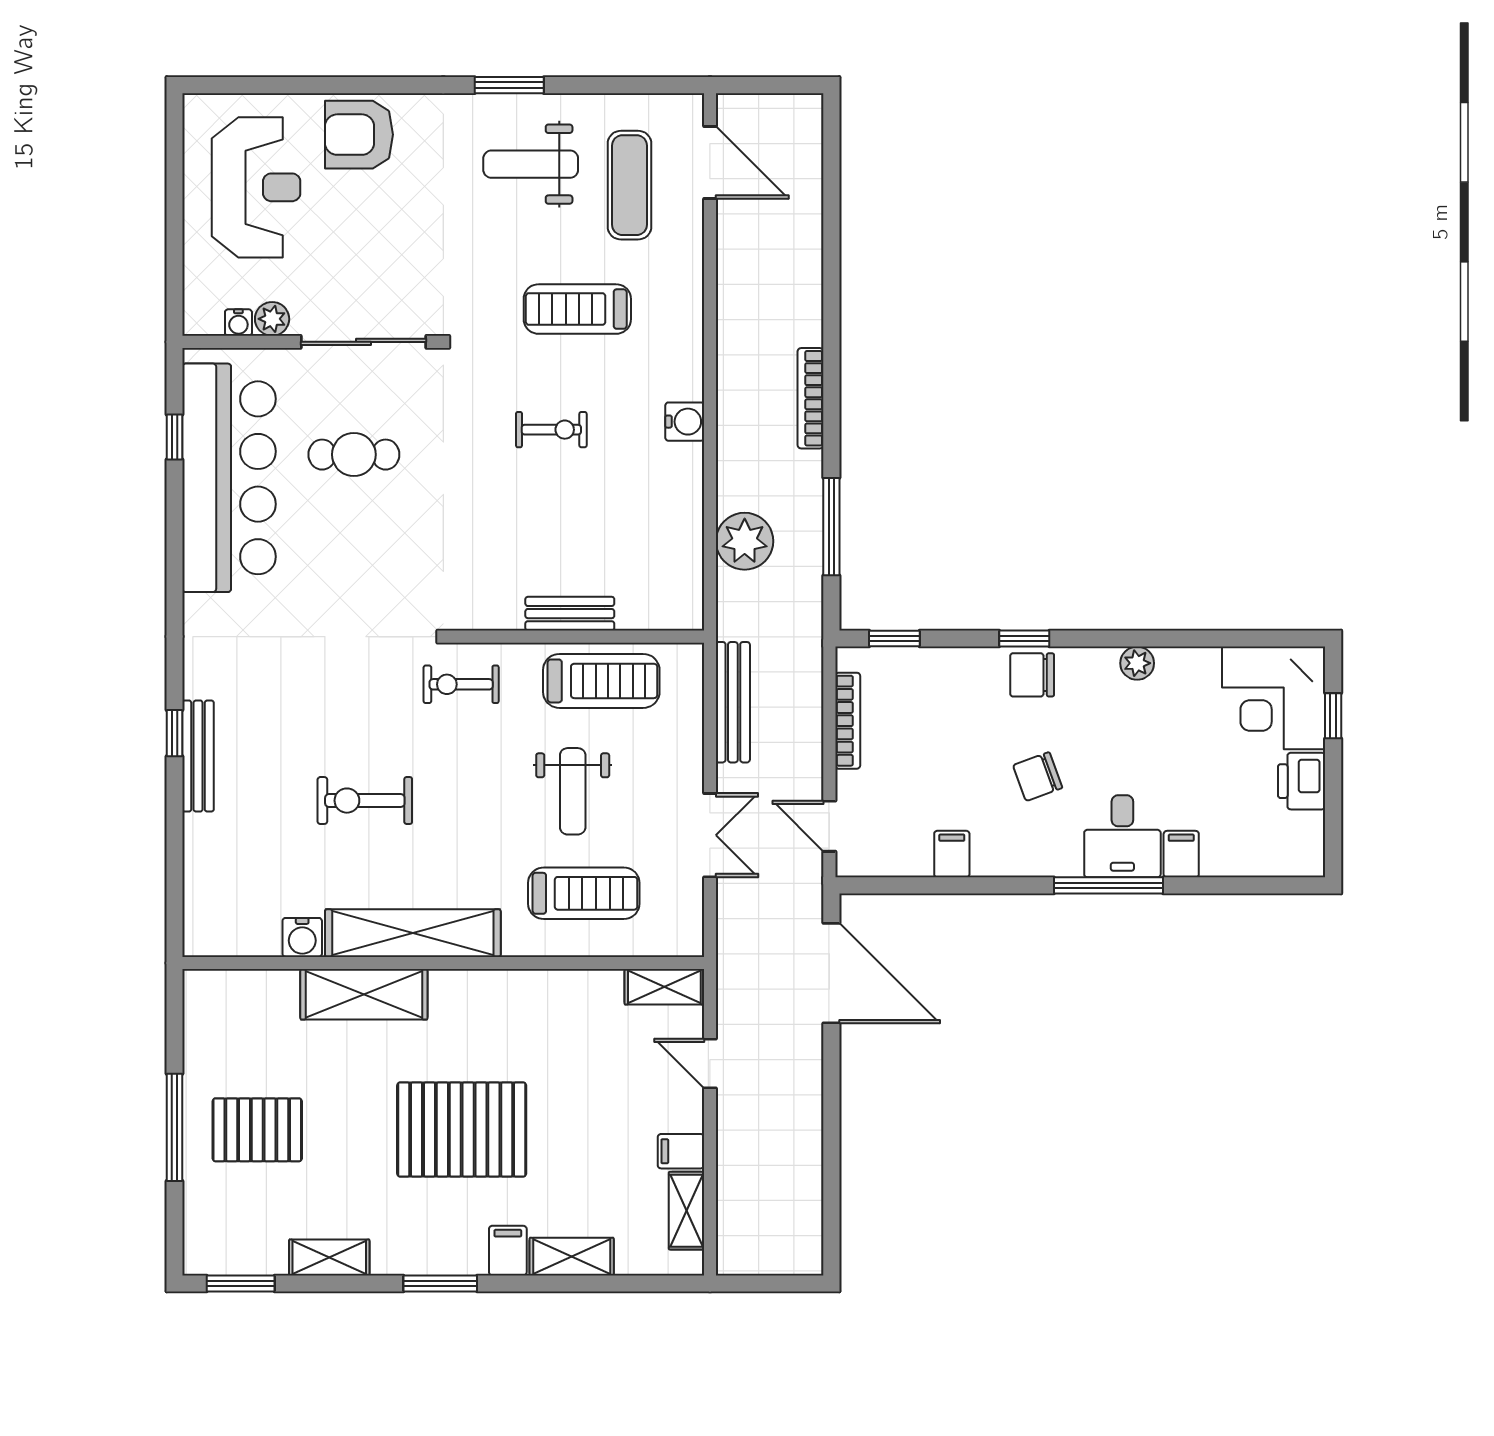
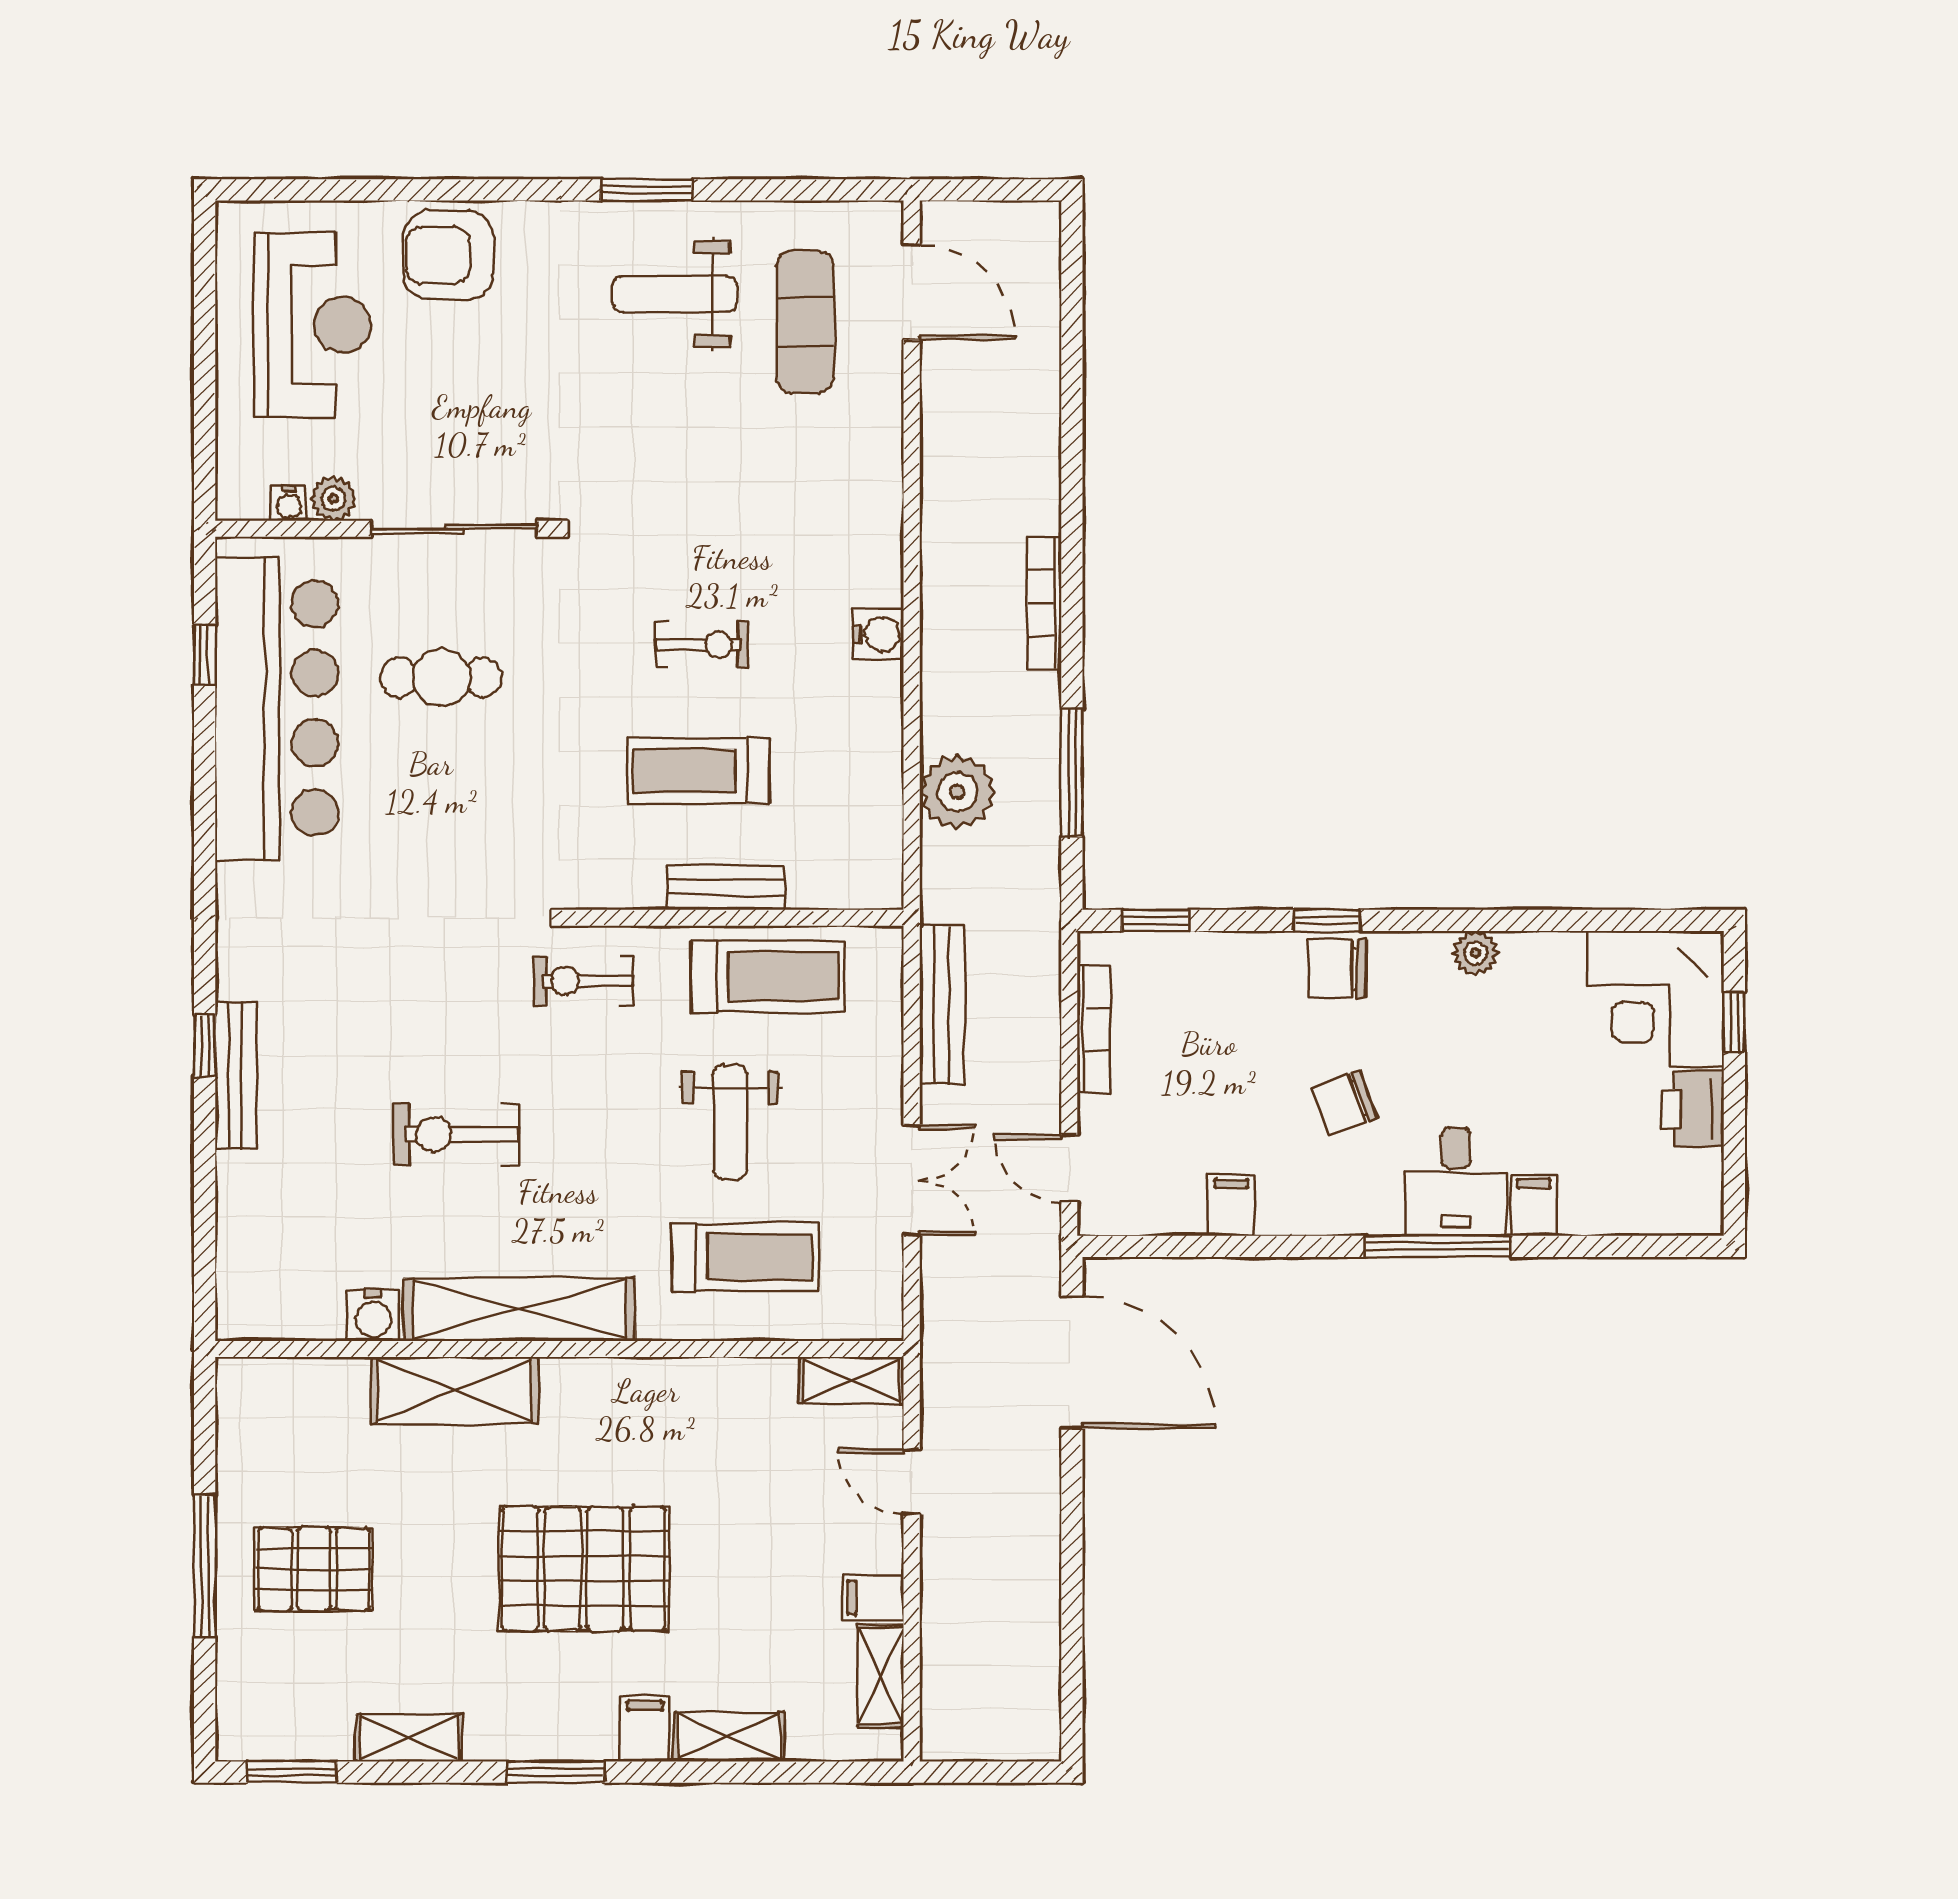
treadmill: (577, 309) -> (698, 771), moved

